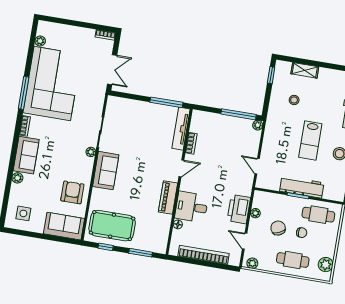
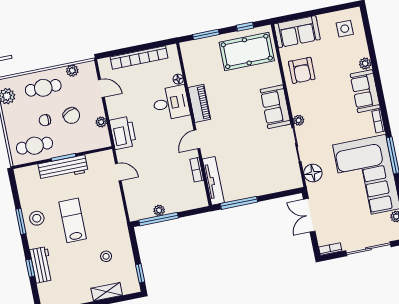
sliding door: (74, 23) -> (368, 249), added
floor lamp: (96, 104) -> (313, 173), added
plant: (258, 125) -> (159, 210), moved
printer: (239, 209) -> (123, 133), moved
plant: (252, 263) -> (72, 71), moved

